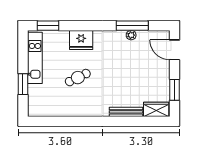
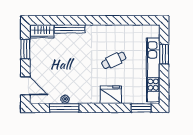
kitchen unit: (35, 58) -> (153, 70), width x1.36

